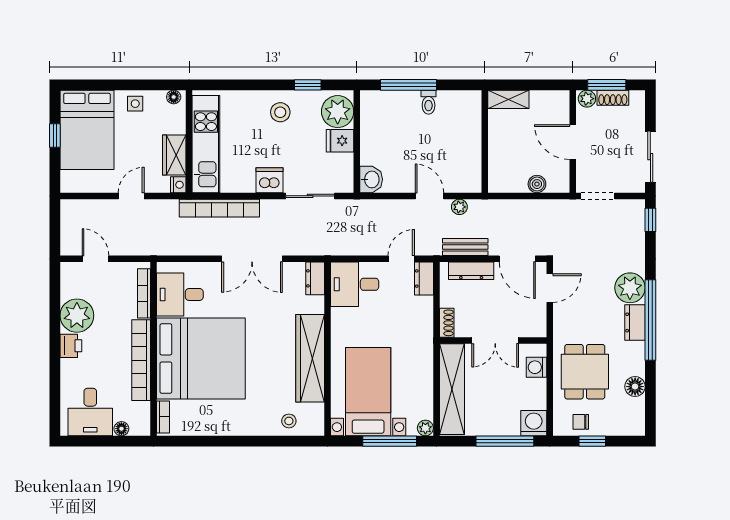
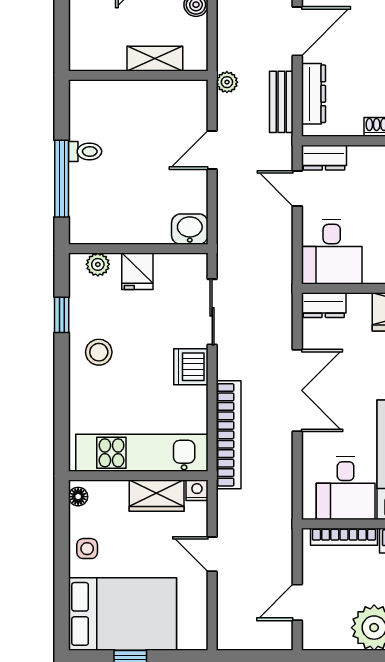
shelving: (508, 99) -> (155, 59), moved, turned 90
plant: (338, 112) -> (98, 264), width x0.53, depth x0.53
plant: (459, 207) -> (227, 82), moved

